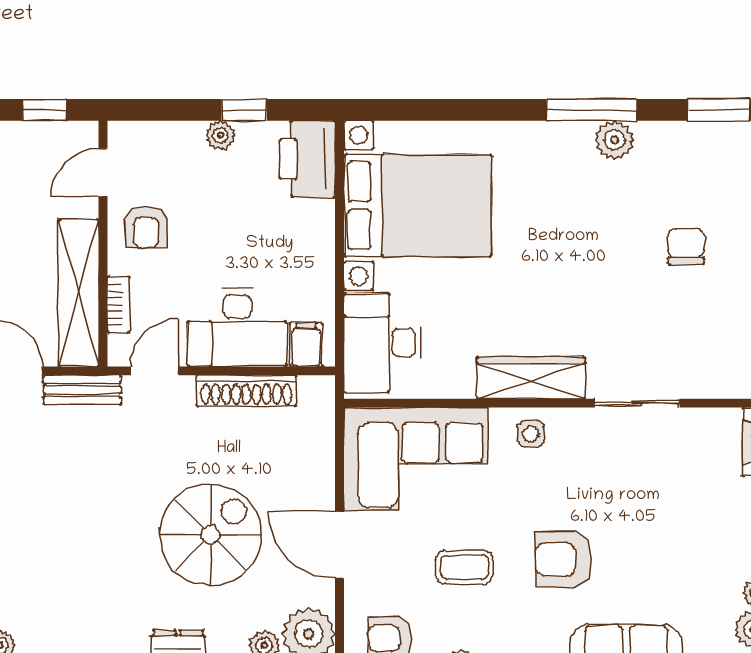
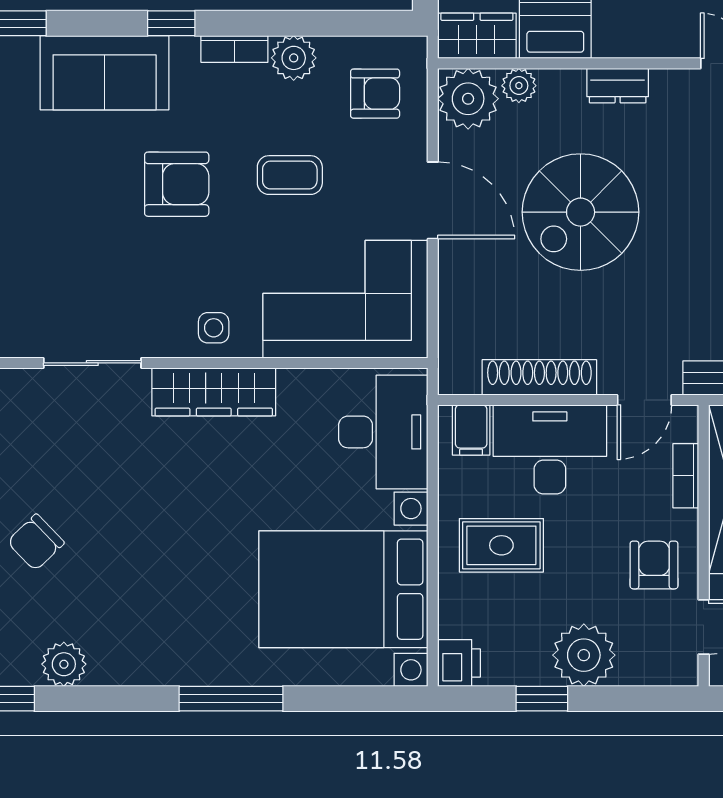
window: (592, 110) -> (231, 699), moved
plant: (220, 135) -> (584, 655), width x1.88, depth x1.88
plant: (614, 140) -> (64, 664), moved
printer: (308, 159) -> (459, 663), width x0.53, depth x0.68
rug: (280, 244) -> (501, 545), added
chair: (686, 246) -> (36, 542), turned 46

